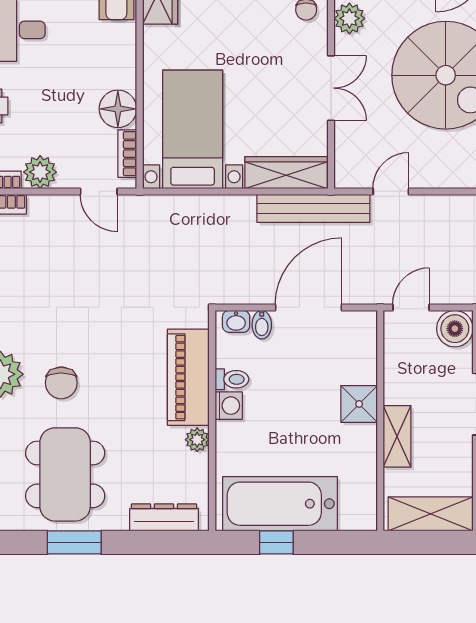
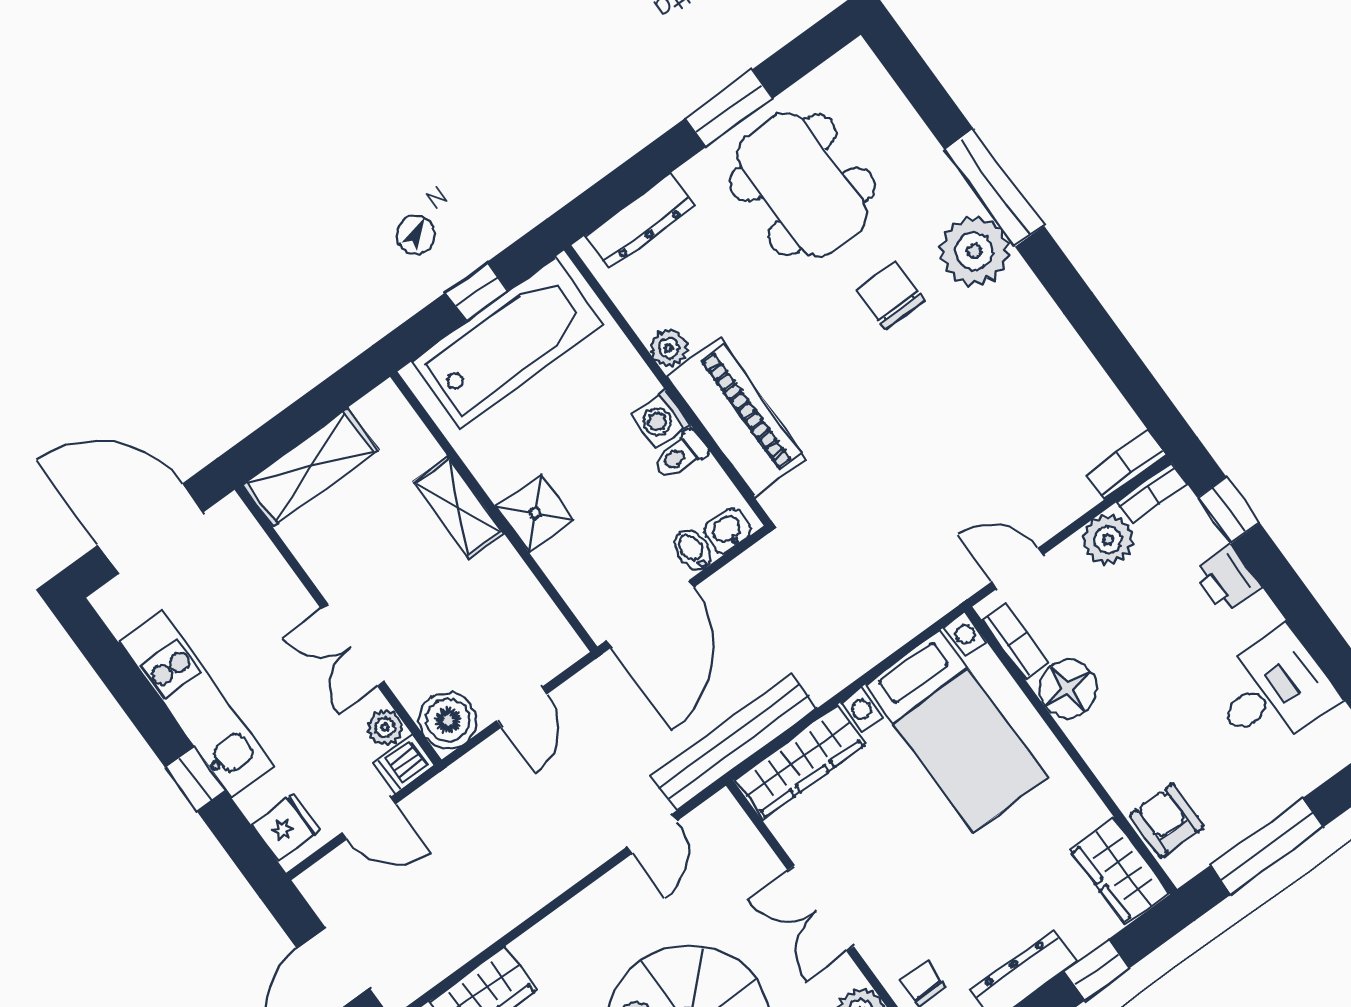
shower: (359, 404) -> (535, 513), moved
wall: (380, 421) -> (494, 512), moved
shelving: (397, 436) -> (458, 507), moved

